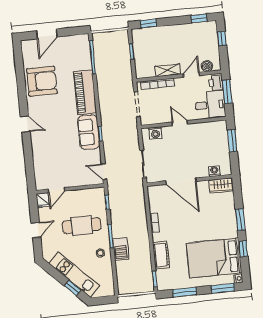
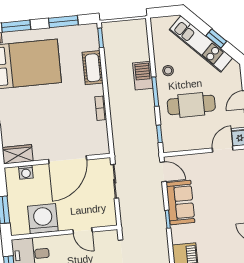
door: (180, 123) -> (83, 231), moved
sofa: (89, 132) -> (180, 203), moved
washing machine: (155, 133) -> (43, 219), moved, width x1.89, depth x1.89
door: (181, 181) -> (68, 160), swing flipped
window: (73, 288) -> (216, 38), moved

